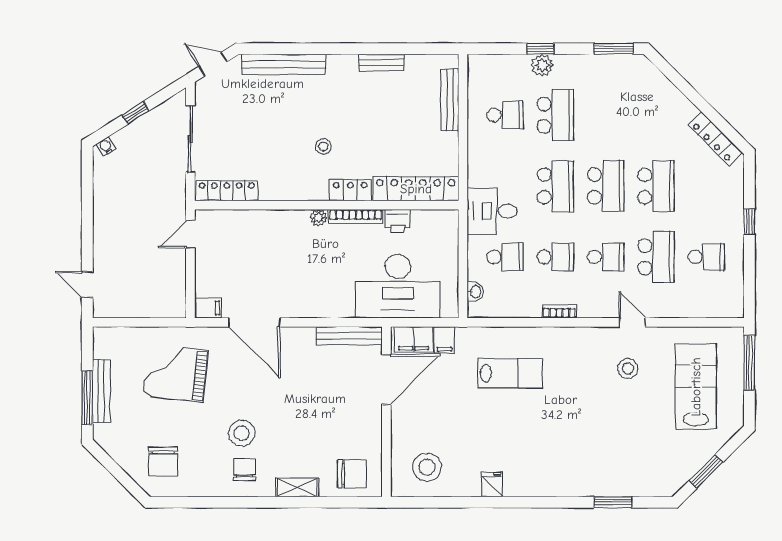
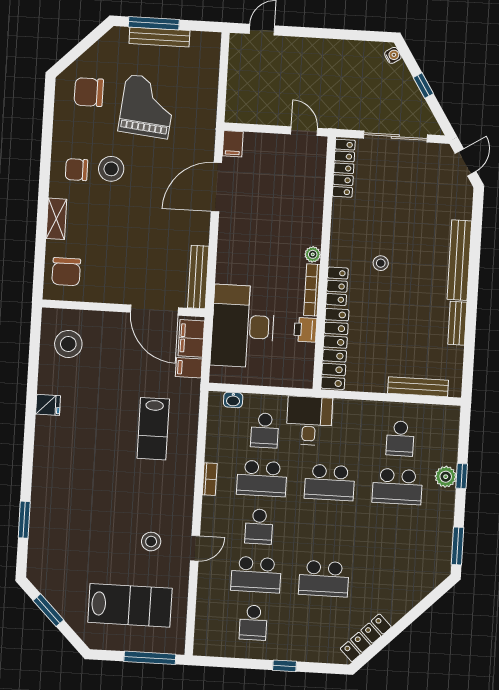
bench: (284, 64) -> (459, 260), moved
school desk: (606, 186) -> (327, 531), removed
school desk: (555, 257) -> (262, 478), width x1.85
grand piano: (176, 373) -> (147, 106), moved
chair: (245, 469) -> (76, 170), turned 180

